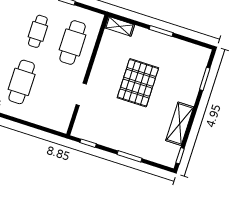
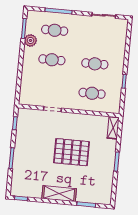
cafe table: (73, 42) -> (92, 93), width x0.73, depth x0.74
cafe table: (22, 82) -> (52, 60), width x0.73, depth x0.74
shelving: (180, 124) -> (59, 194), moved

